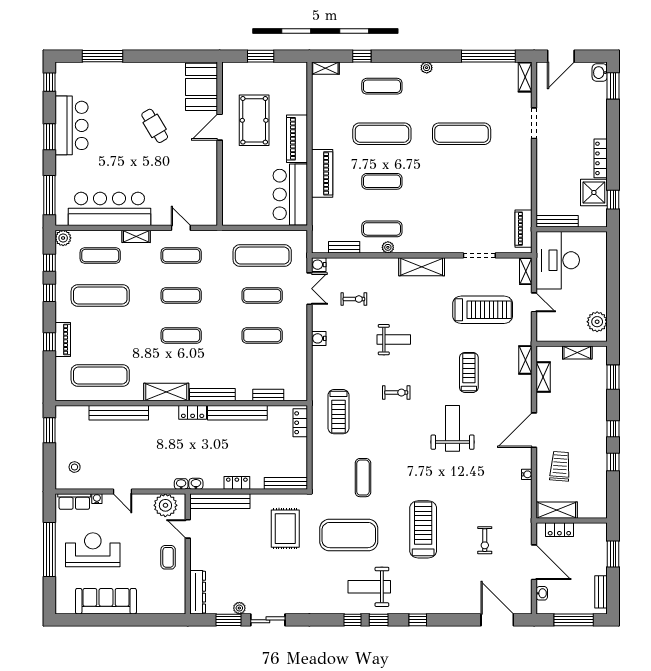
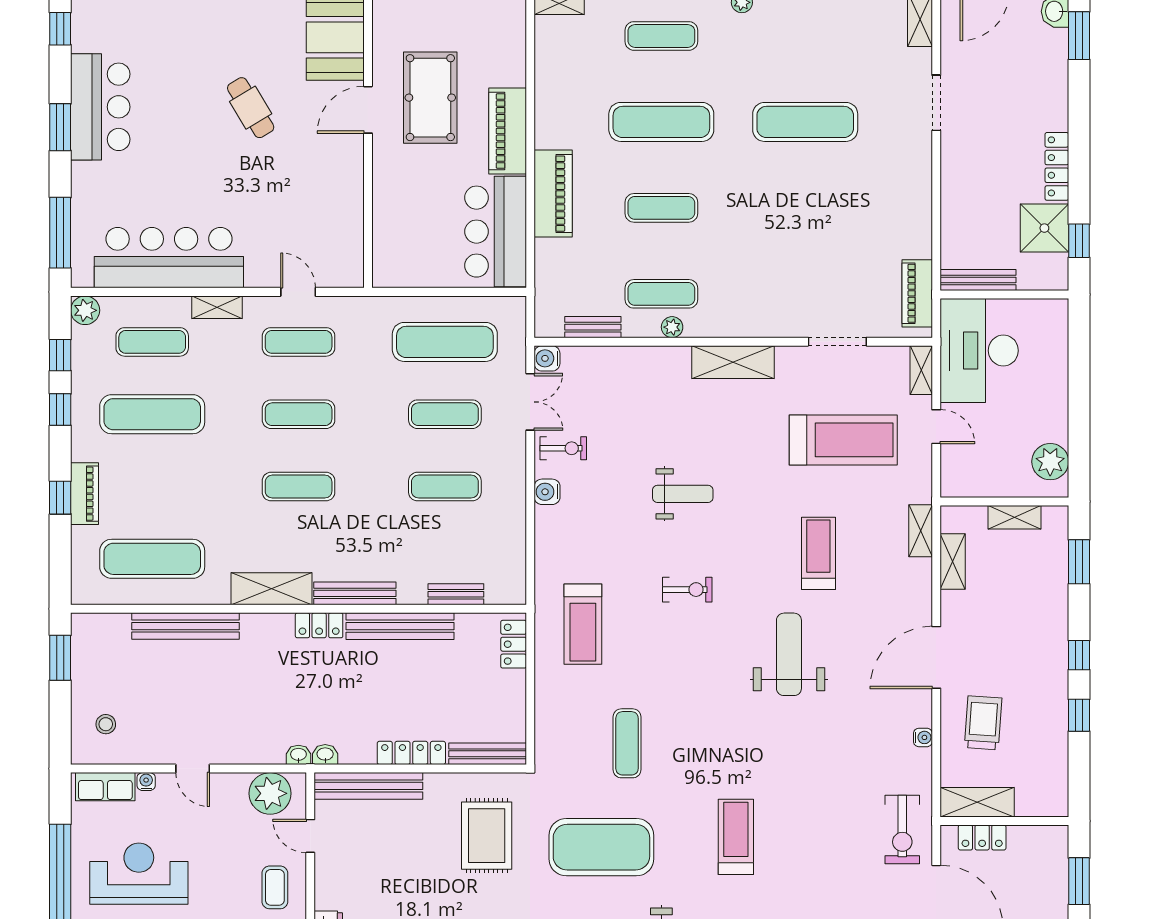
exercise bike: (354, 299) -> (563, 448), moved
locker: (237, 483) -> (411, 753), width x1.53
treadmill: (423, 529) -> (736, 837), width x0.73, depth x0.73
exercise bike: (485, 540) -> (902, 829), moved, width x1.38, depth x1.39

